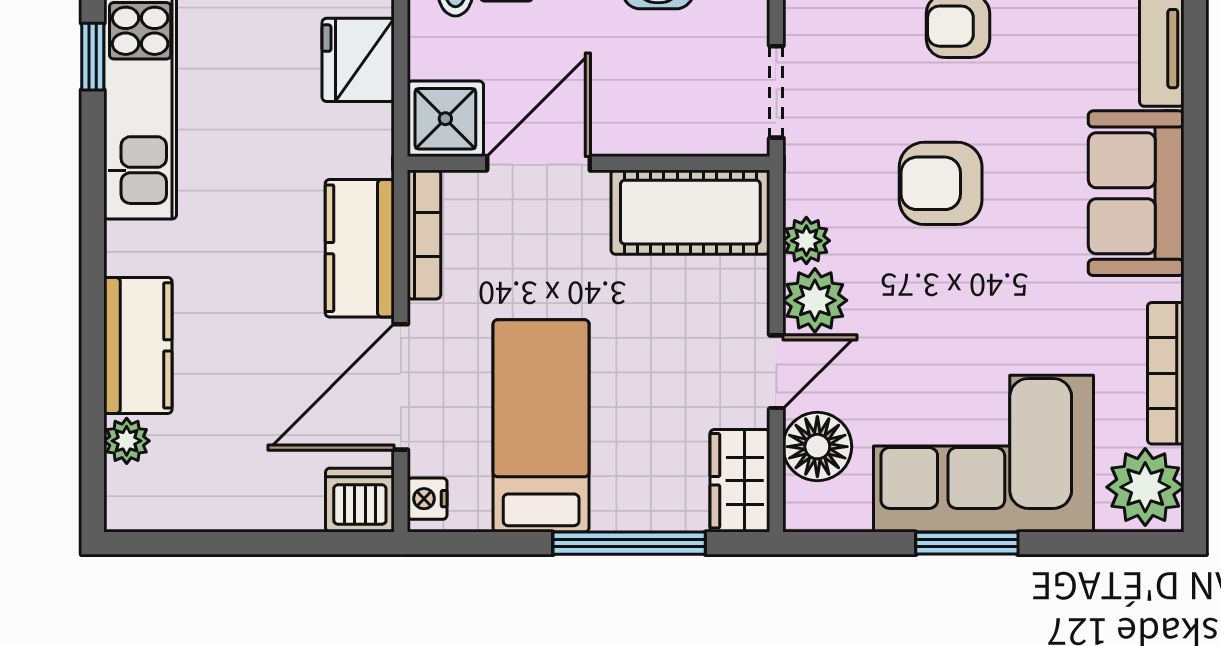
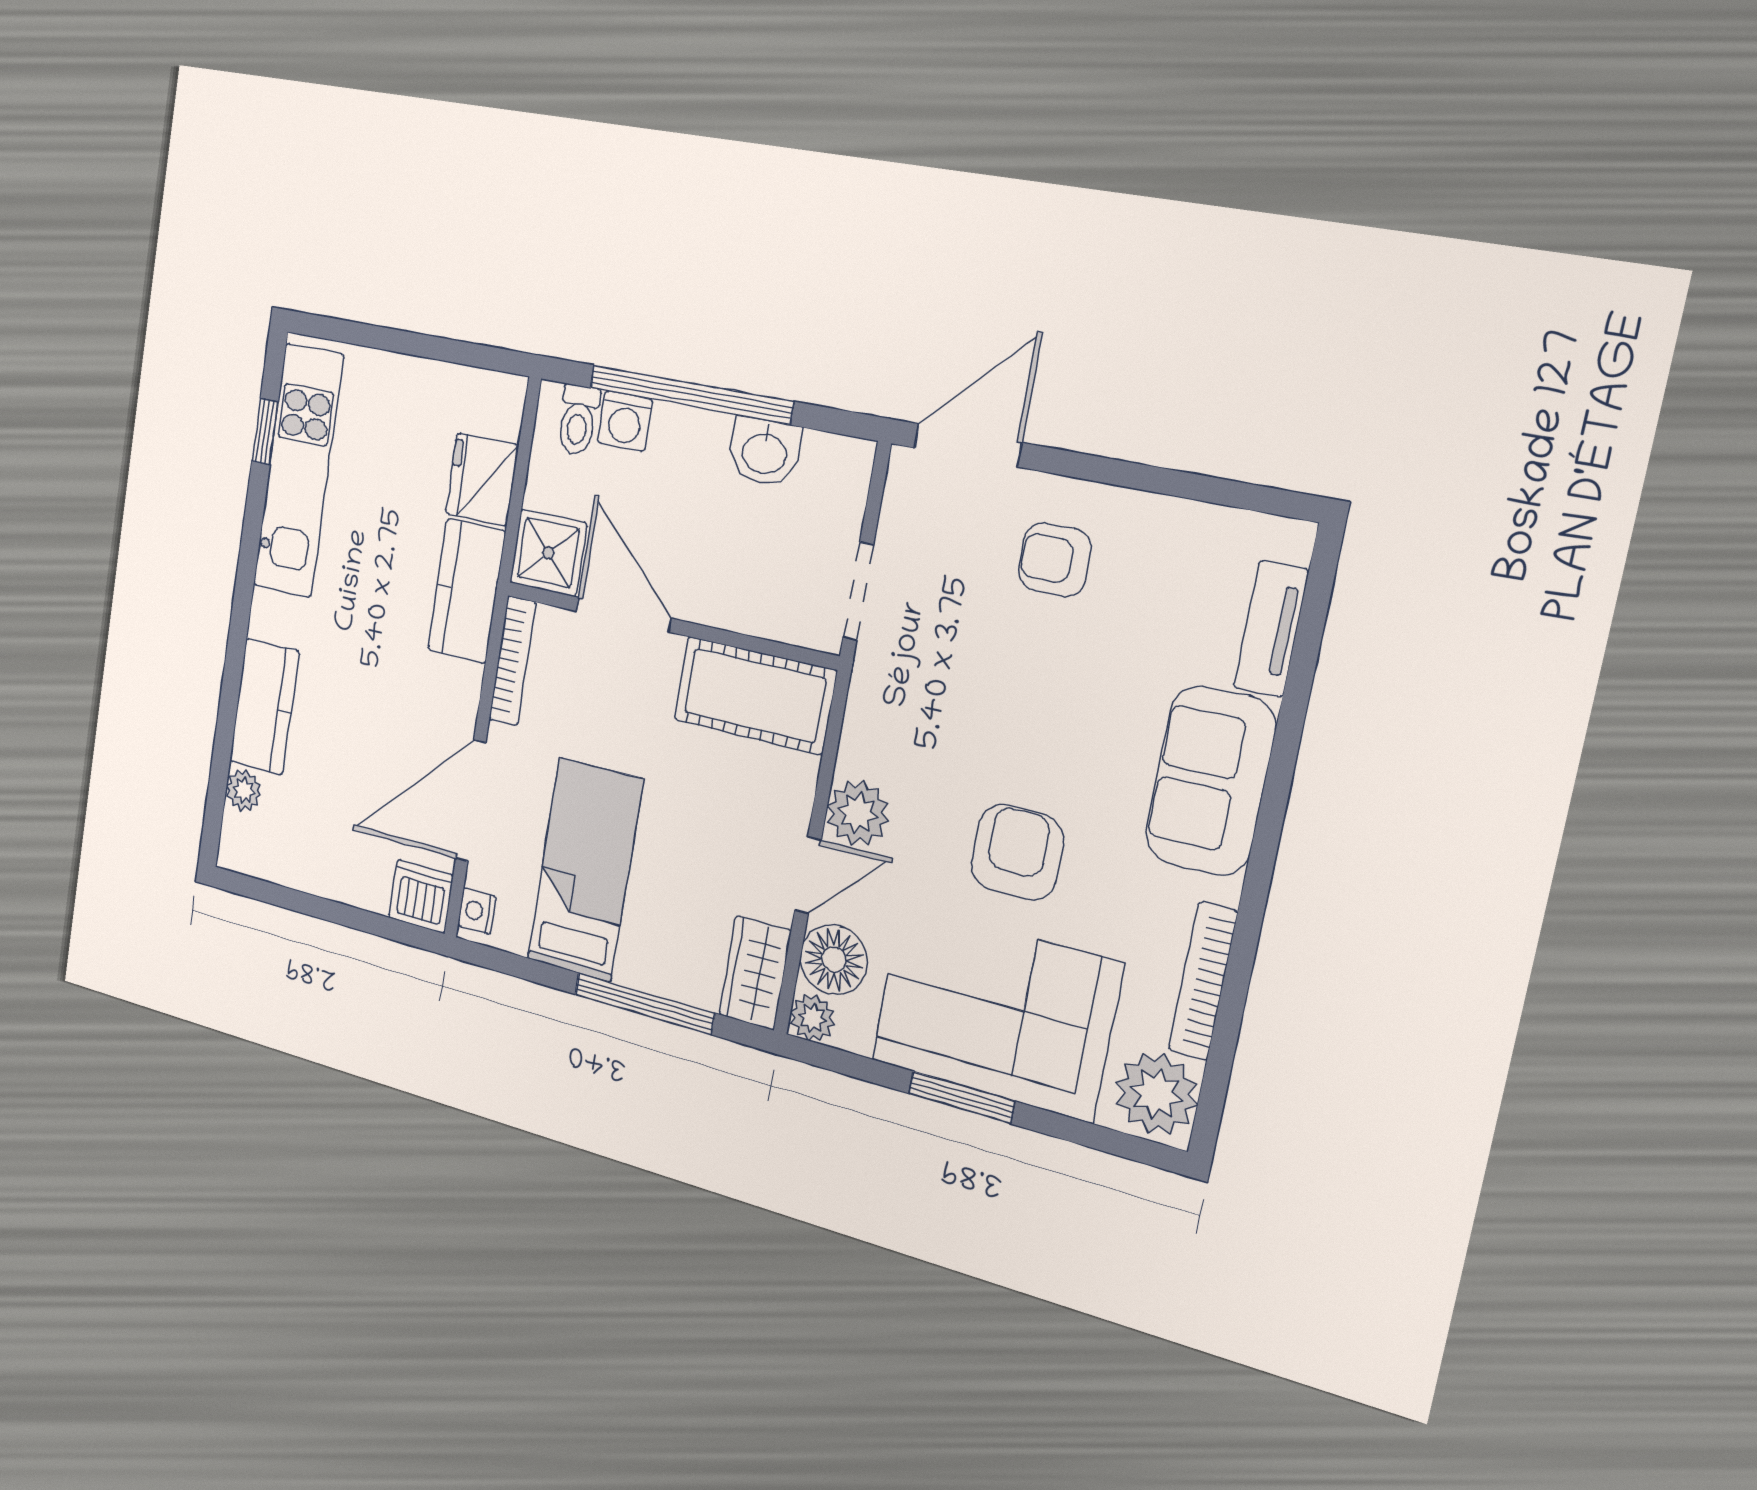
door: (538, 163) -> (624, 615), hinge flipped
armchair: (941, 183) -> (1017, 852), moved, turned 90
plant: (806, 241) -> (812, 1018), moved
kitchen counter: (360, 248) -> (467, 591), moved

